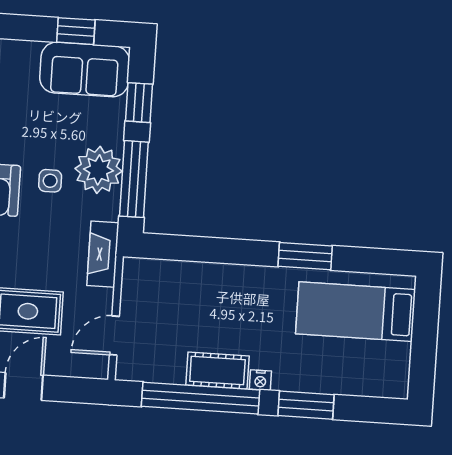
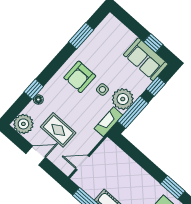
fireplace: (103, 254) -> (108, 122), moved

